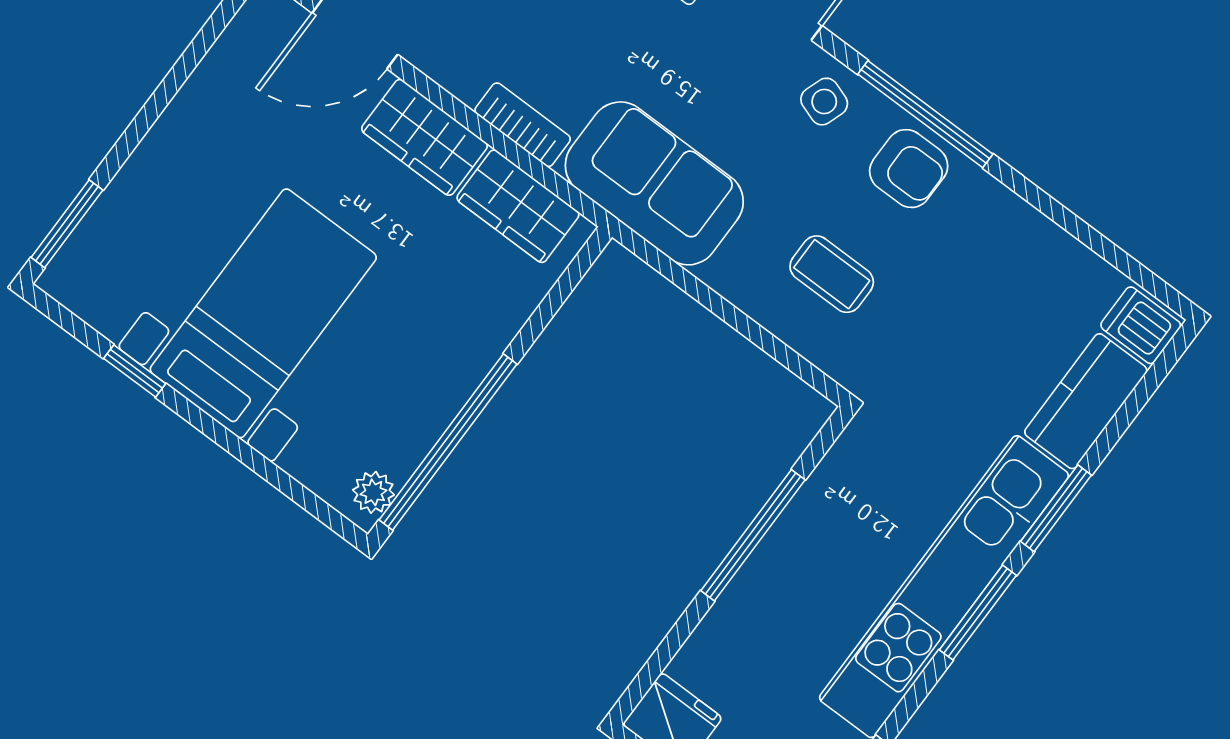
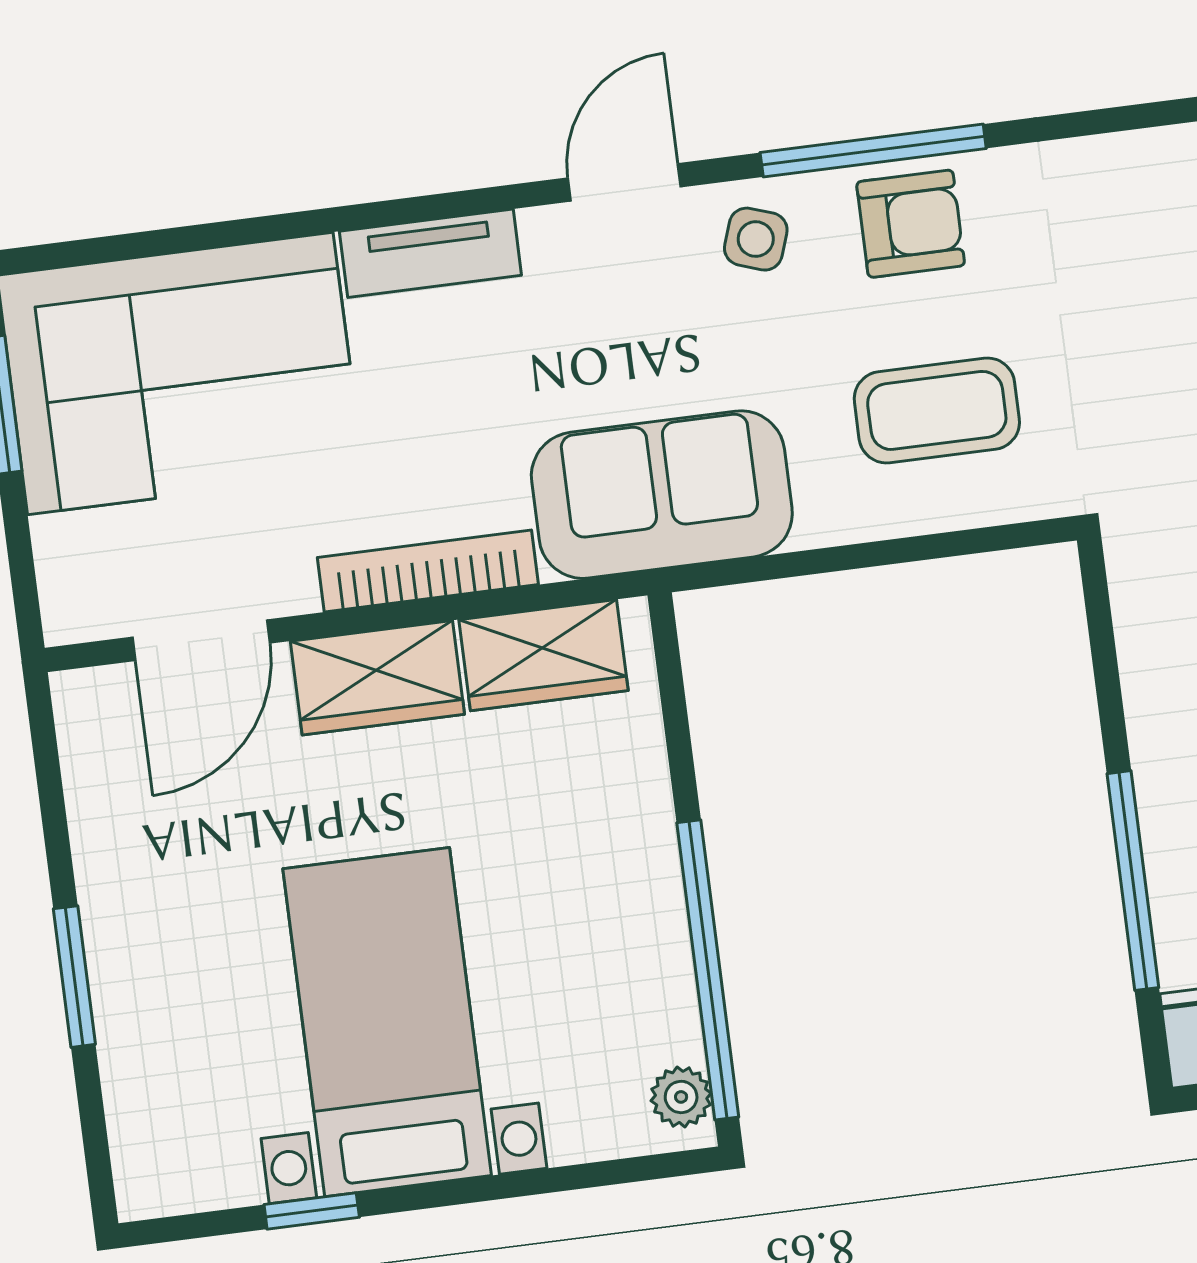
bookcase: (523, 125) -> (428, 571), width x1.56
window: (67, 224) -> (74, 977), moved
coffee table: (832, 274) -> (937, 410), width x1.36, depth x1.30
window: (753, 535) -> (1133, 881), moved

